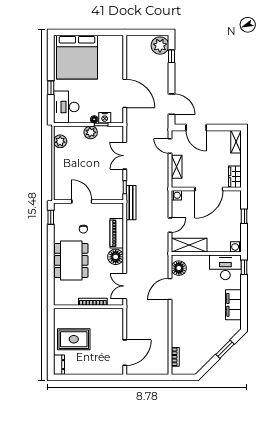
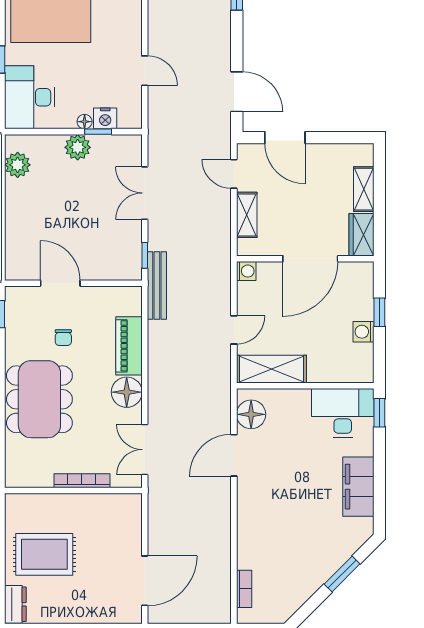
door: (125, 93) -> (145, 71), width x0.53
shelving: (236, 142) -> (364, 189), moved
washing machine: (236, 247) -> (363, 332), moved

